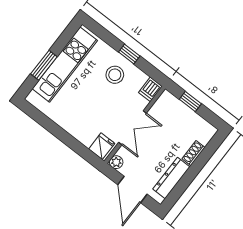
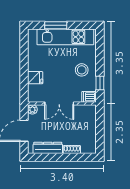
window: (129, 54) -> (100, 83), moved
window: (190, 102) -> (100, 125), removed
fridge: (102, 146) -> (35, 78), moved

